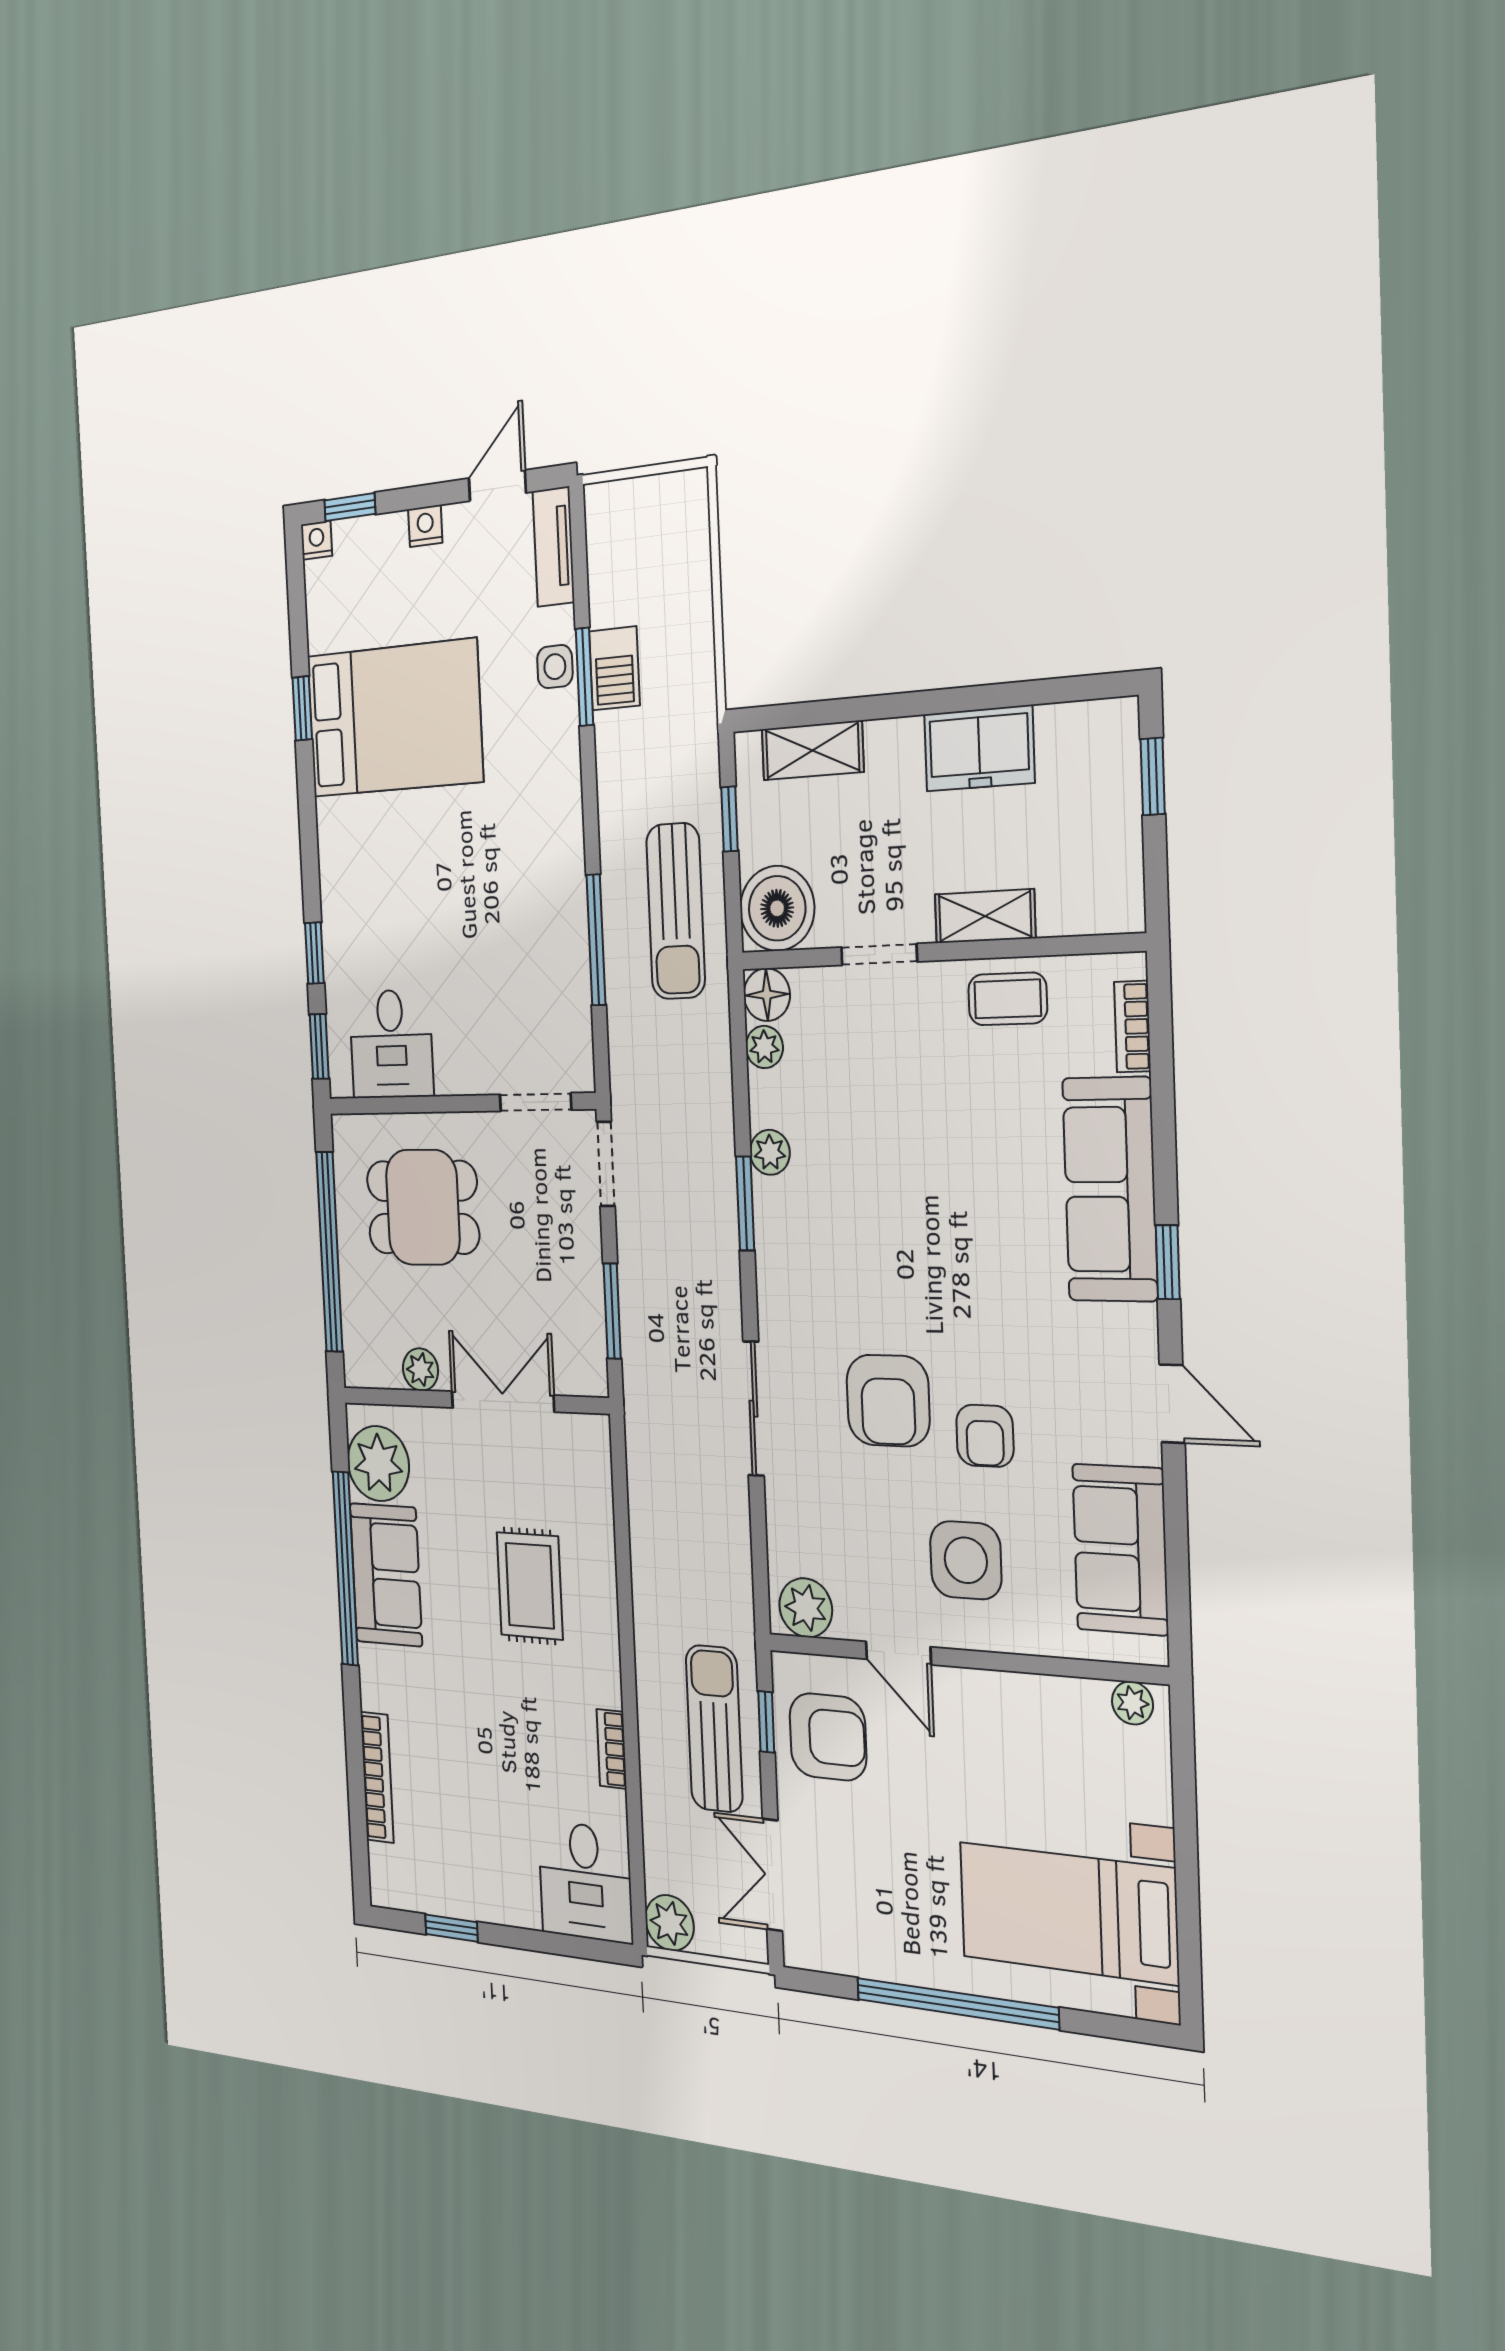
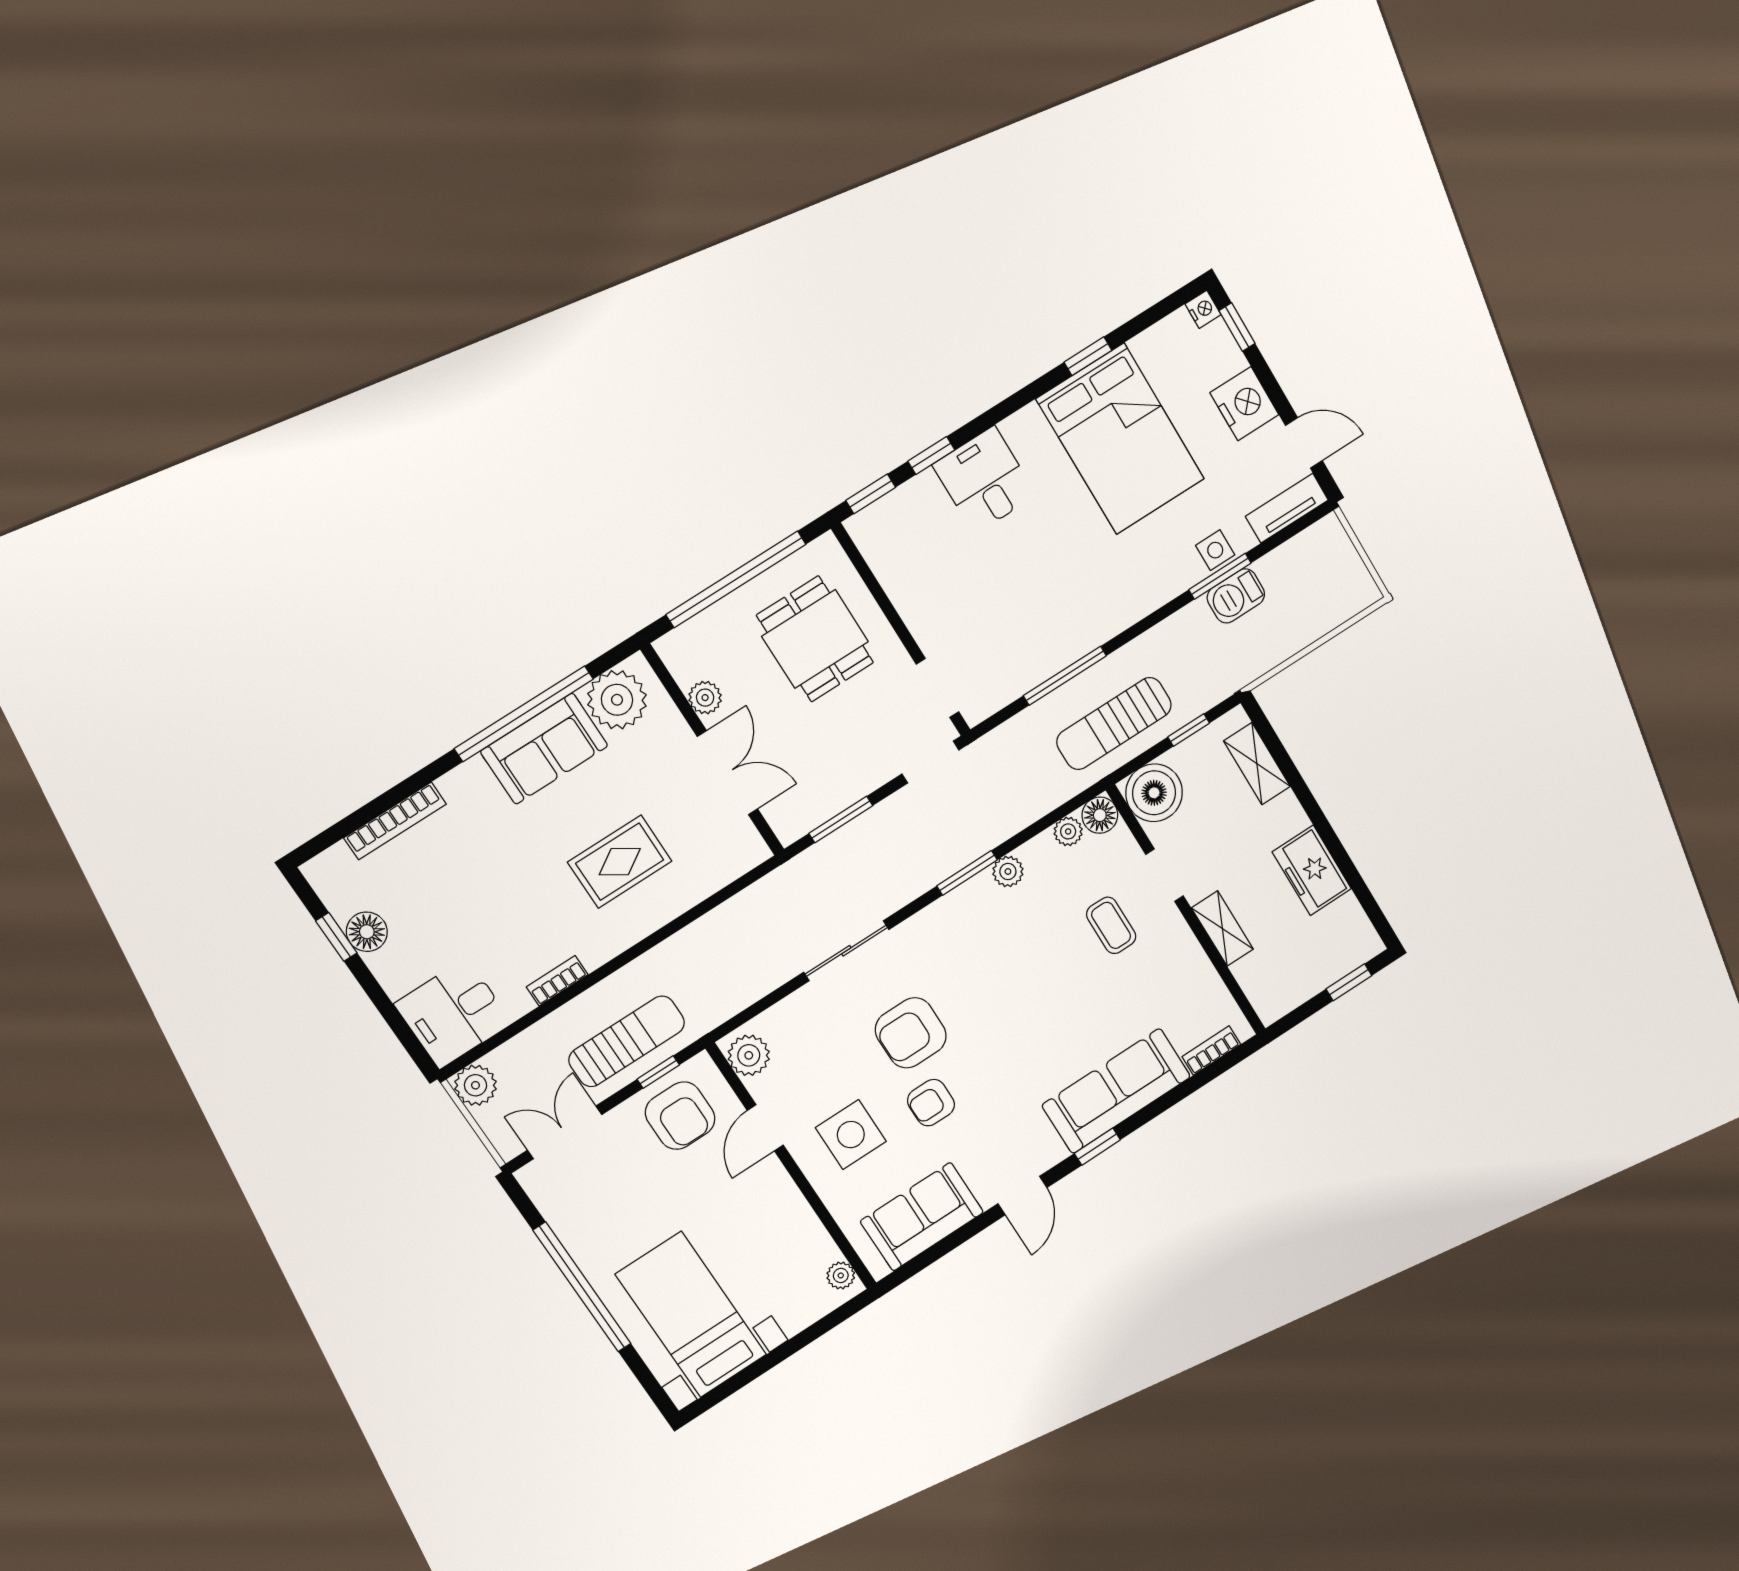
nightstand: (425, 526) -> (1244, 404), width x1.89, depth x1.79
coffee table: (1008, 999) -> (1111, 925), moved
desk: (391, 1044) -> (984, 480), moved, turned 90
floor lamp: (462, 1895) -> (367, 932), added

